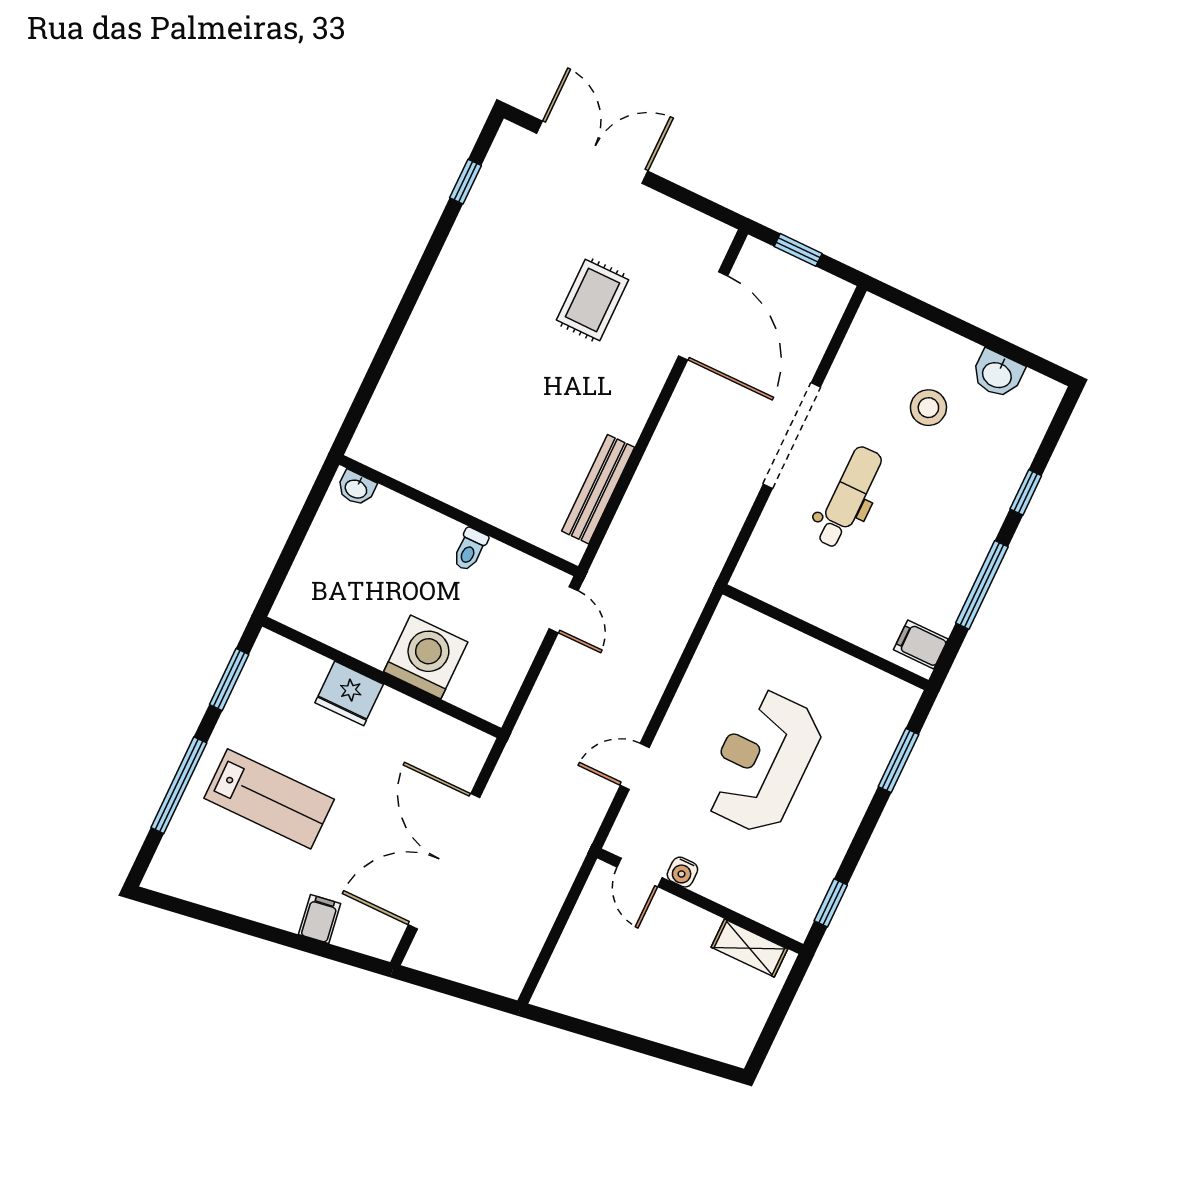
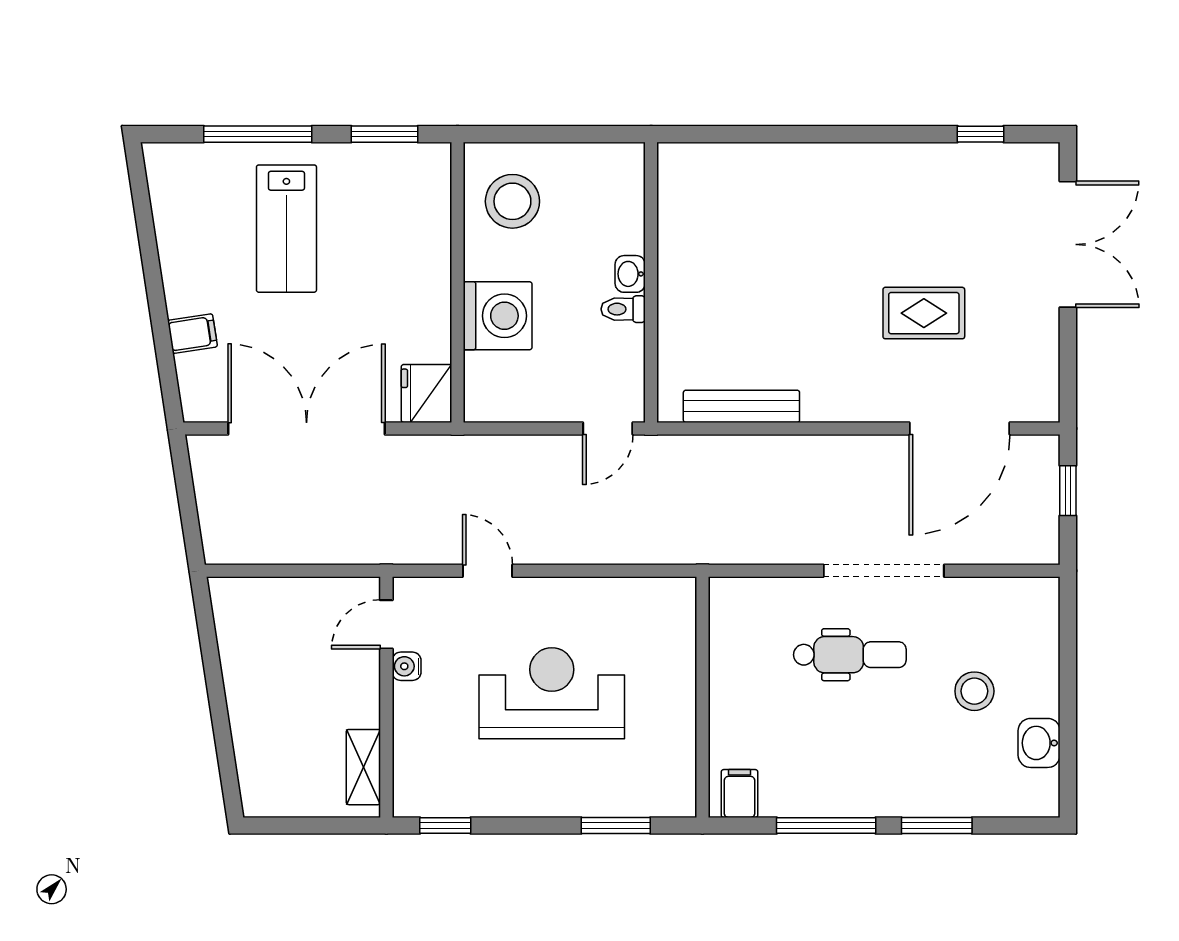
washbasin: (356, 488) -> (630, 274), moved
window: (1026, 492) -> (937, 826), width x1.50
stool: (336, 599) -> (512, 201), added
fridge: (349, 693) -> (426, 393), moved

